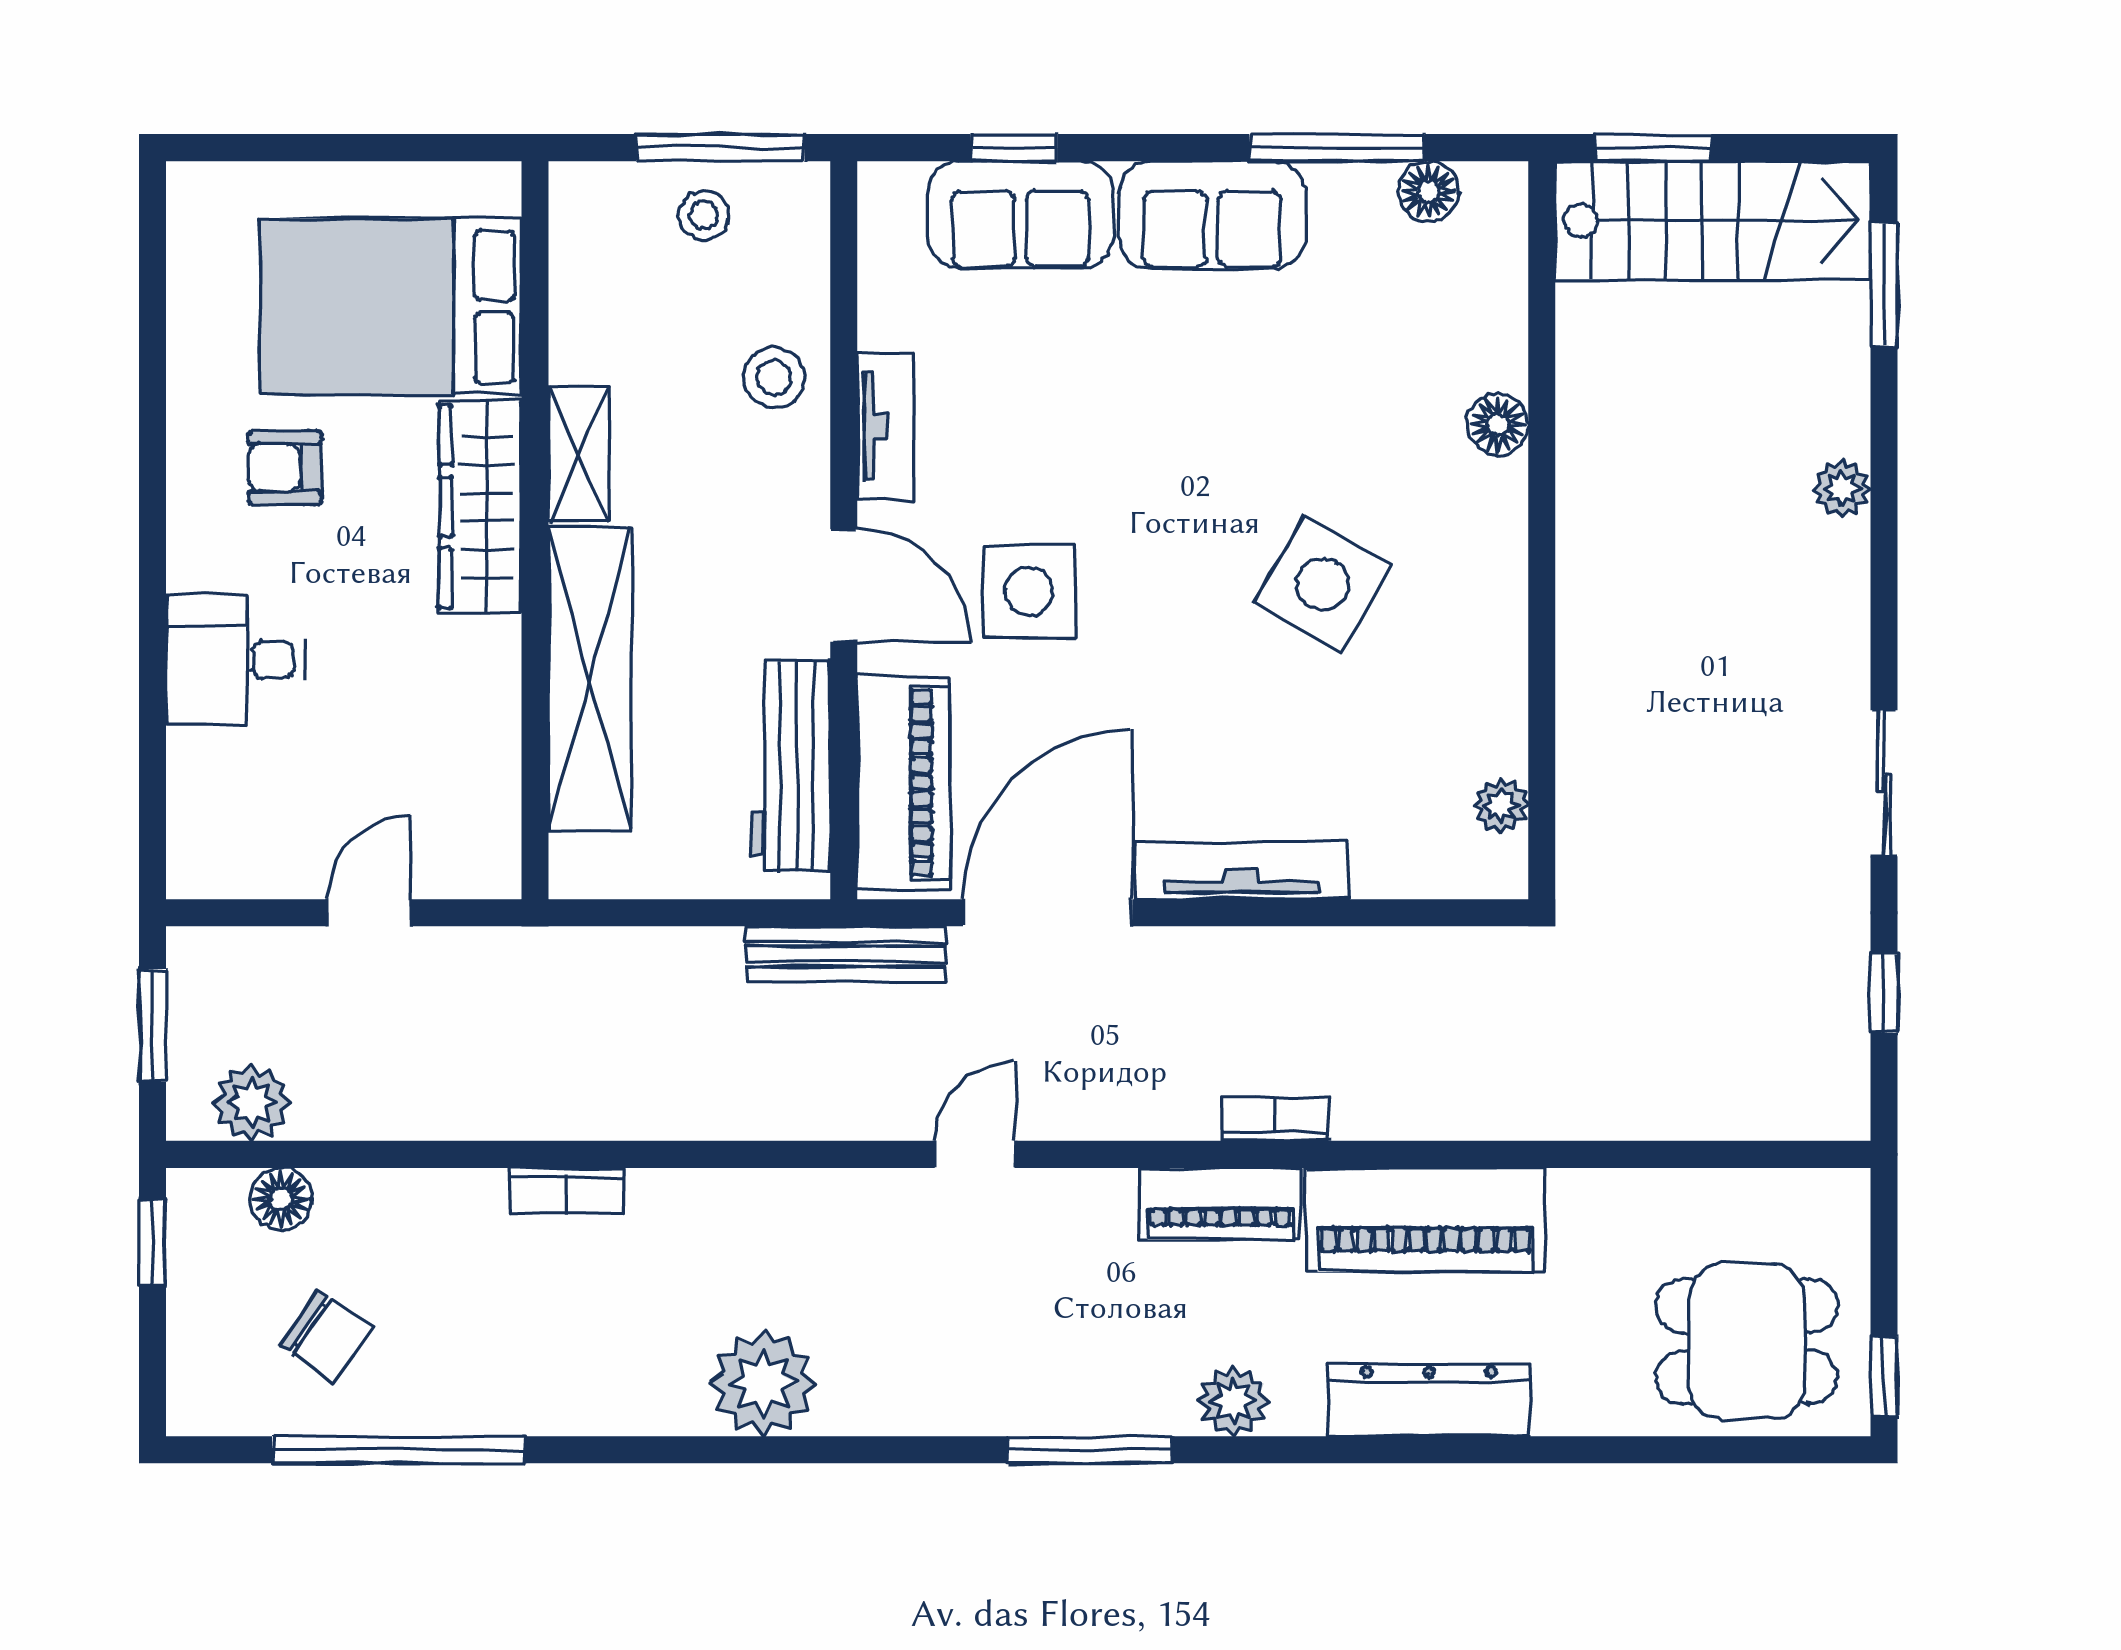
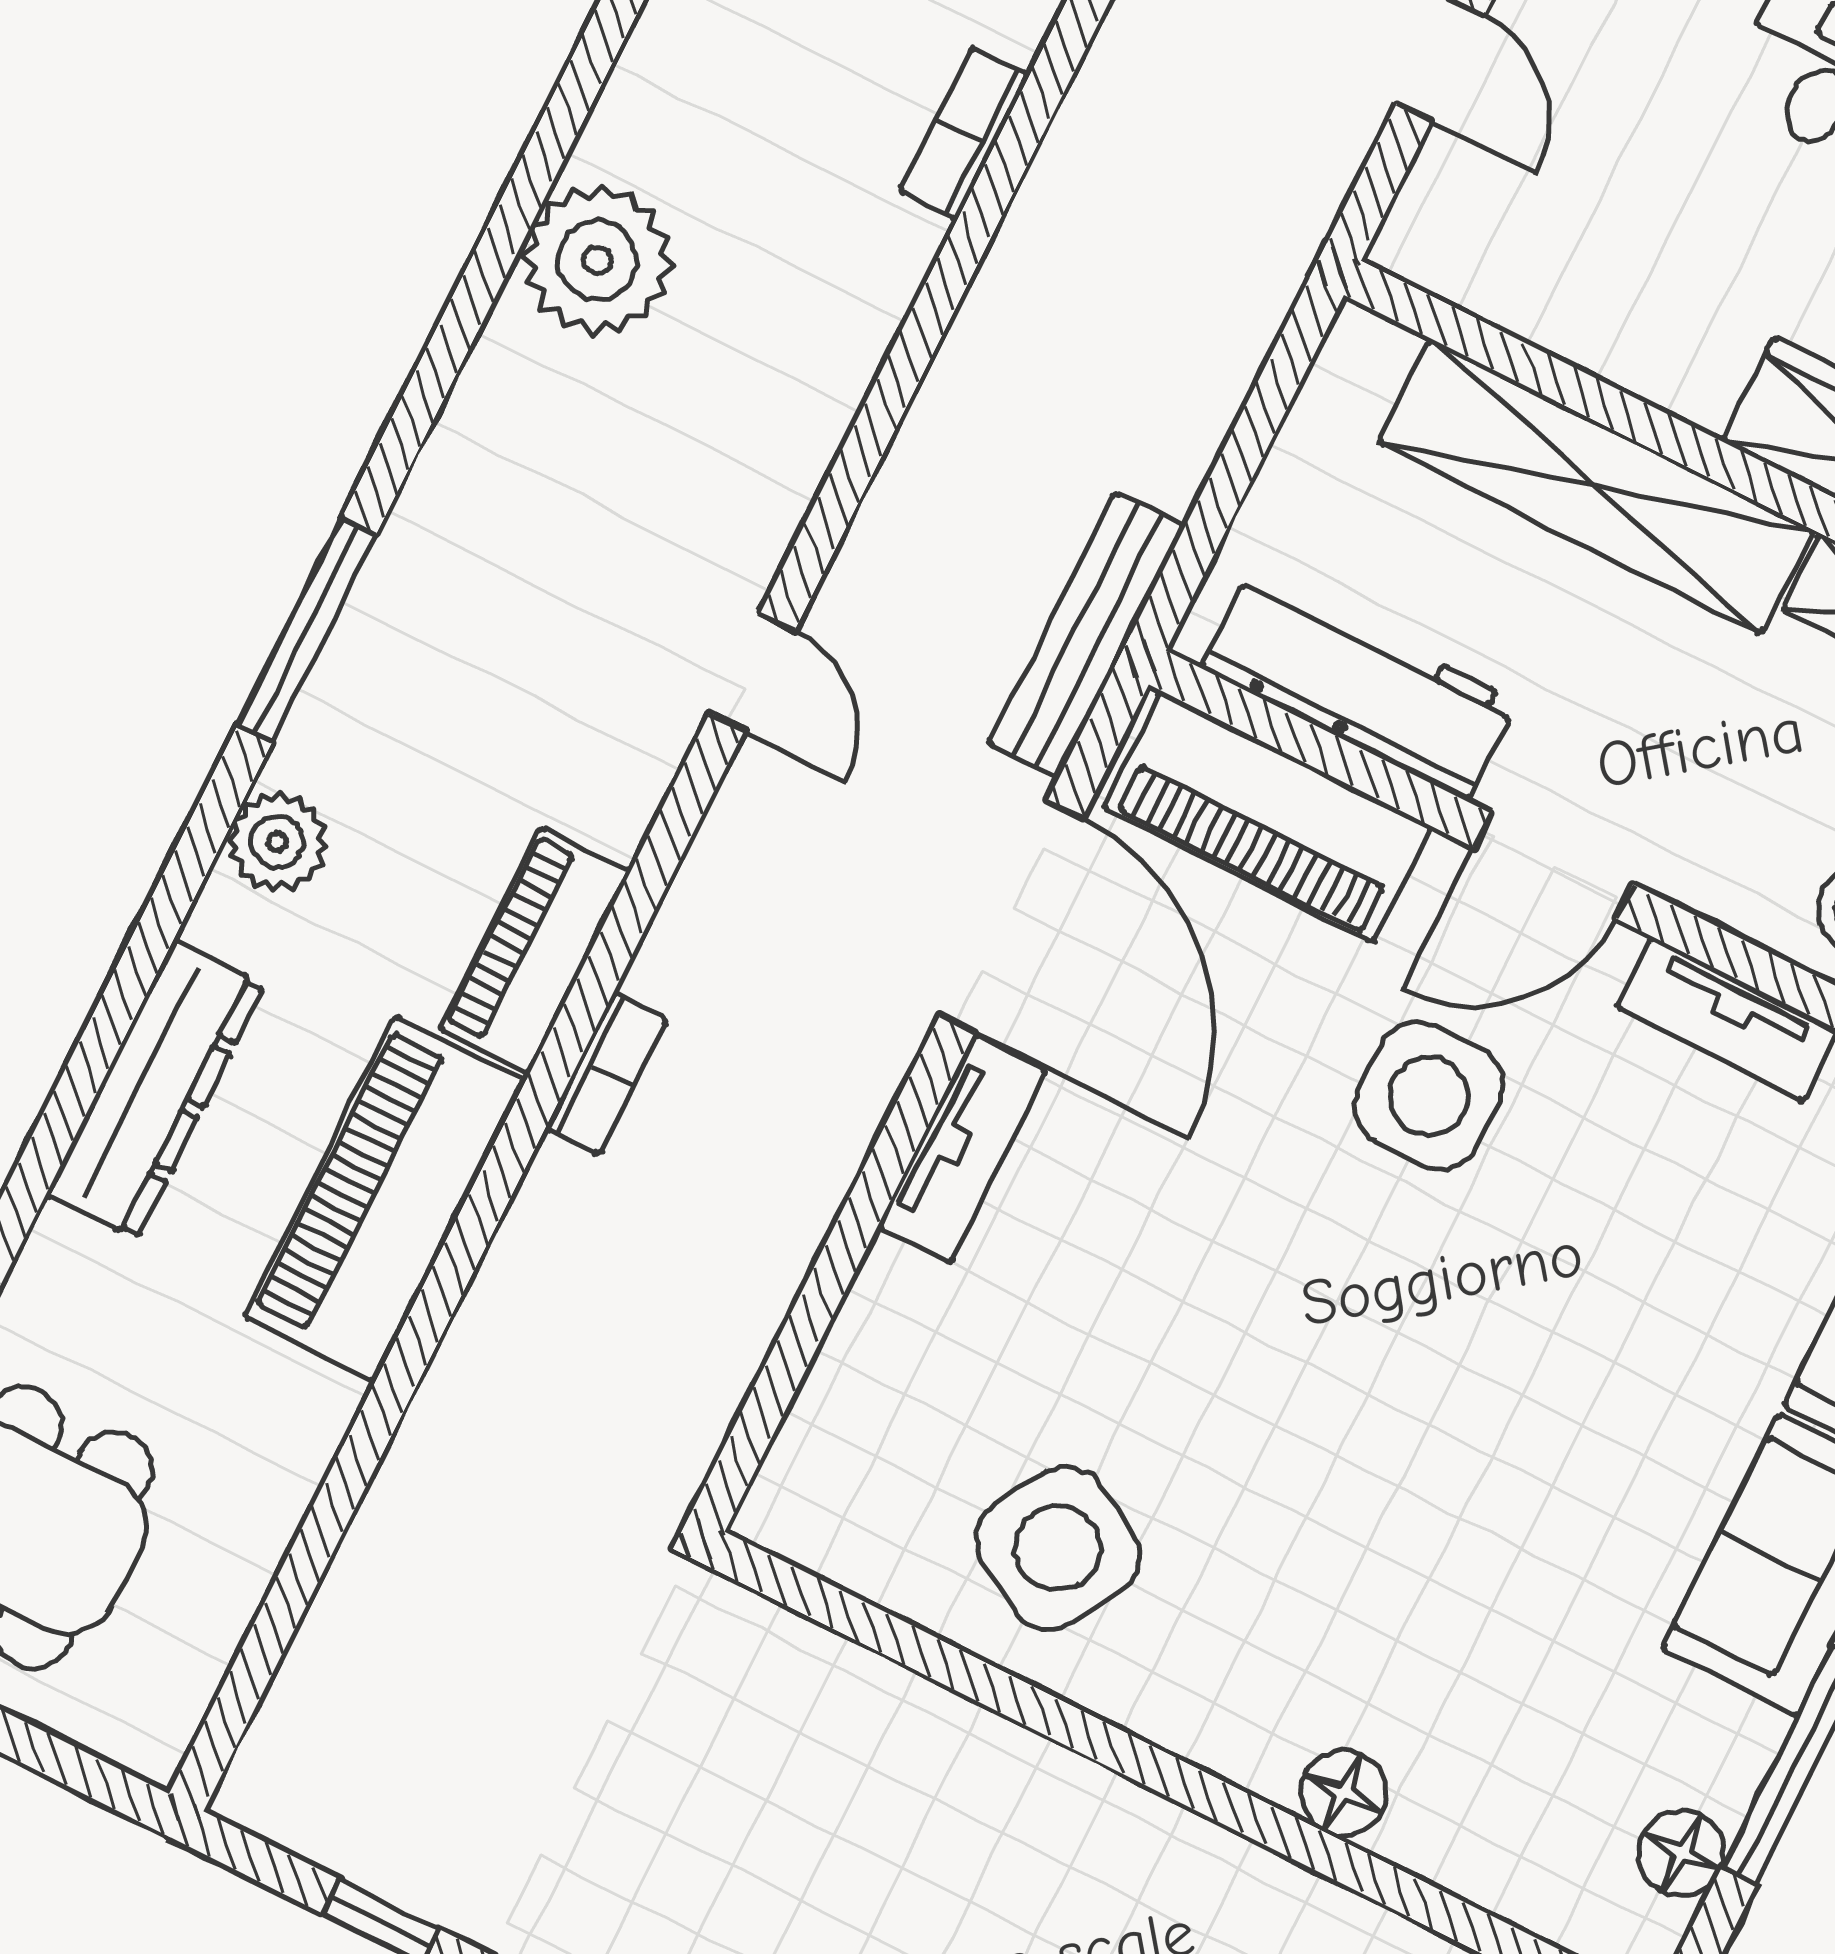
side table: (1323, 584) -> (1058, 1548), moved
plant: (1501, 806) -> (860, 1556), removed
tv unit: (1241, 870) -> (962, 1148), width x0.71

